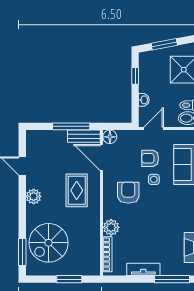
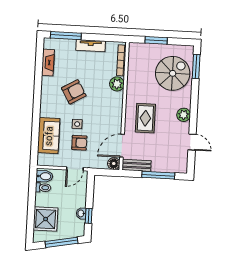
window: (164, 44) -> (62, 242), width x1.44
washbasin: (144, 100) -> (81, 213), moved
window: (71, 126) -> (158, 175), moved
door: (102, 158) -> (122, 146), swing flipped
armchair: (128, 193) -> (74, 92), moved, turned -120

